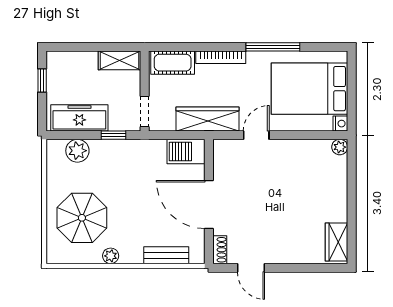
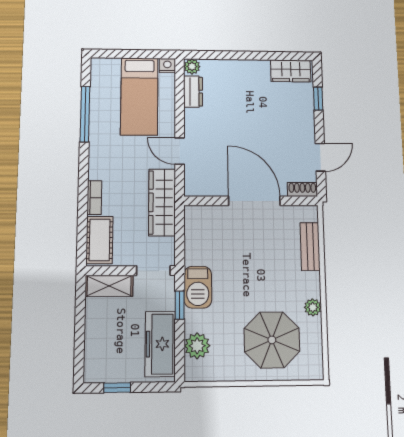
window: (273, 47) -> (85, 114), moved
bookcase: (221, 57) -> (94, 198), width x0.64
shelving: (119, 60) -> (109, 286), moved, turned 90
bed: (309, 89) -> (139, 96), width x0.67
dresser: (315, 148) -> (193, 92), added
barbecue: (186, 152) -> (198, 287), moved
door: (209, 205) -> (254, 201), swing flipped
window: (309, 268) -> (318, 99), added

